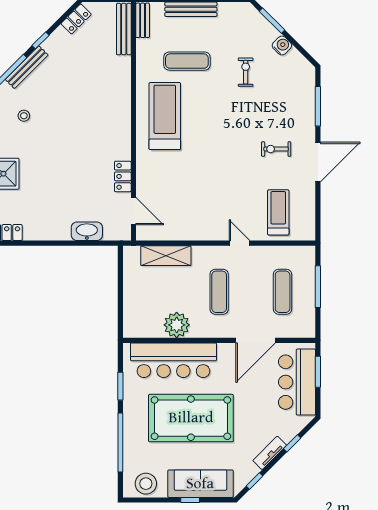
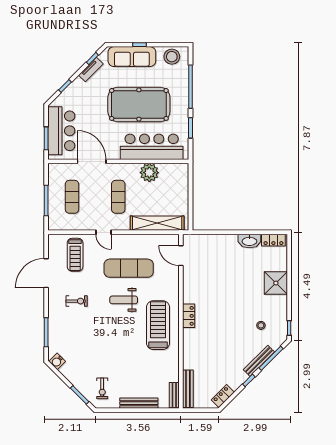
water cooler: (282, 46) -> (57, 361), moved
exercise mat: (187, 61) -> (129, 268), moved, width x1.36, depth x1.45
exercise bike: (246, 72) -> (102, 388), moved
treadmill: (165, 116) -> (158, 325), turned 180
weight bench: (212, 151) -> (124, 300), added
door: (318, 162) -> (46, 273), moved
locker: (123, 176) -> (189, 316), moved
washbasin: (87, 231) -> (249, 241), moved
shelving: (166, 256) -> (157, 223), width x1.47
door: (256, 340) -> (92, 161), hinge flipped
tv unit: (270, 453) -> (91, 70), moved

